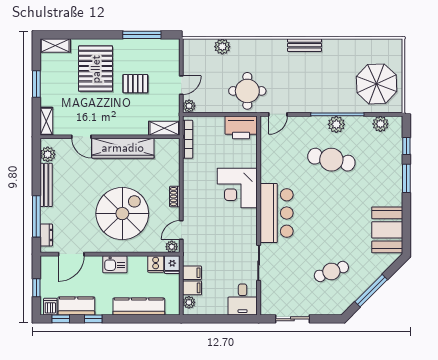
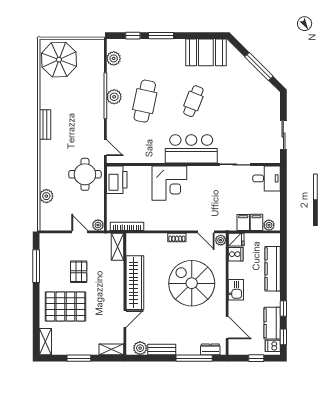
parasol: (377, 84) -> (59, 60), moved
bench: (46, 185) -> (162, 349), width x0.73
cafe table: (331, 271) -> (193, 101), moved, turned 42

